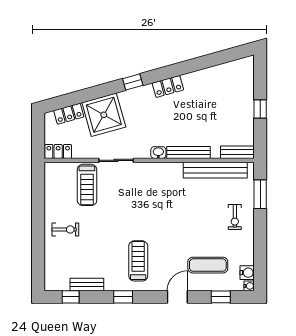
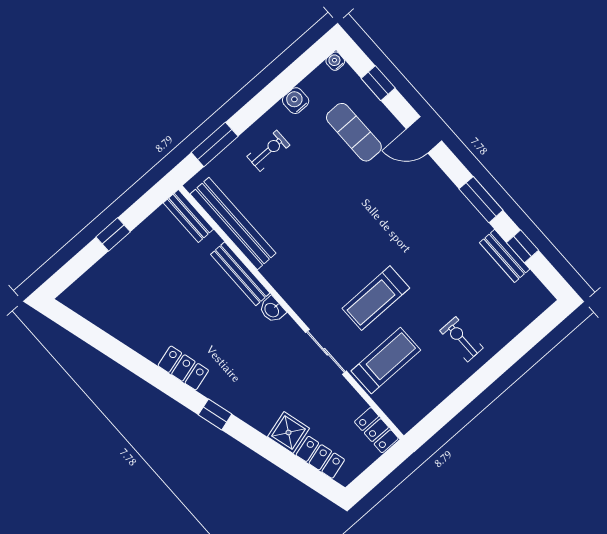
shower: (104, 115) -> (289, 433), width x0.54, depth x0.54
treadmill: (138, 261) -> (376, 298), moved
water cooler: (247, 273) -> (296, 101), moved
window: (71, 297) -> (523, 246), moved
window: (123, 297) -> (481, 200), width x1.50

